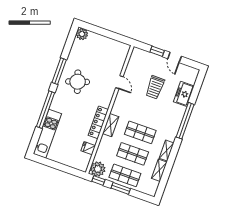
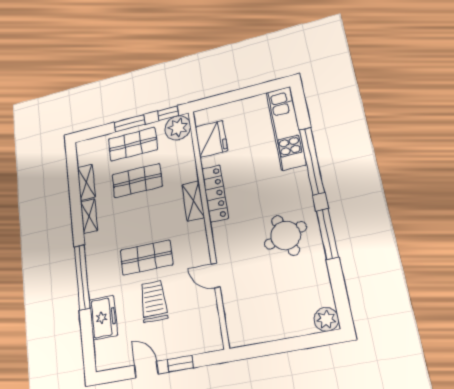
shop shelf: (140, 132) -> (146, 258), moved
fridge: (88, 148) -> (211, 139), width x1.88, depth x1.34

